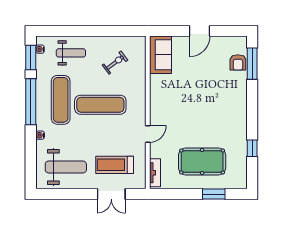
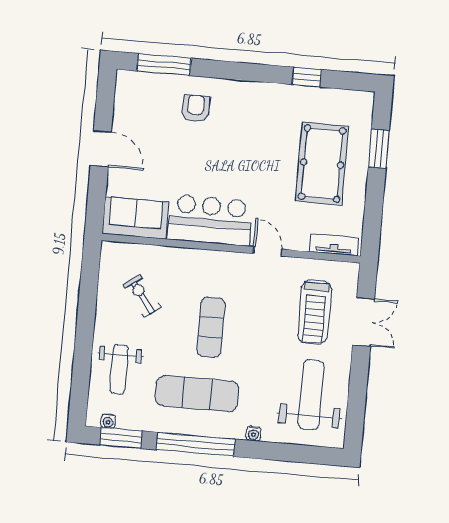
weight bench: (71, 53) -> (119, 369), turned 180
armchair: (238, 62) -> (196, 108), moved, turned -90
bar counter: (163, 99) -> (210, 220), added
exercise mat: (100, 105) -> (211, 327), width x0.73, depth x0.69

